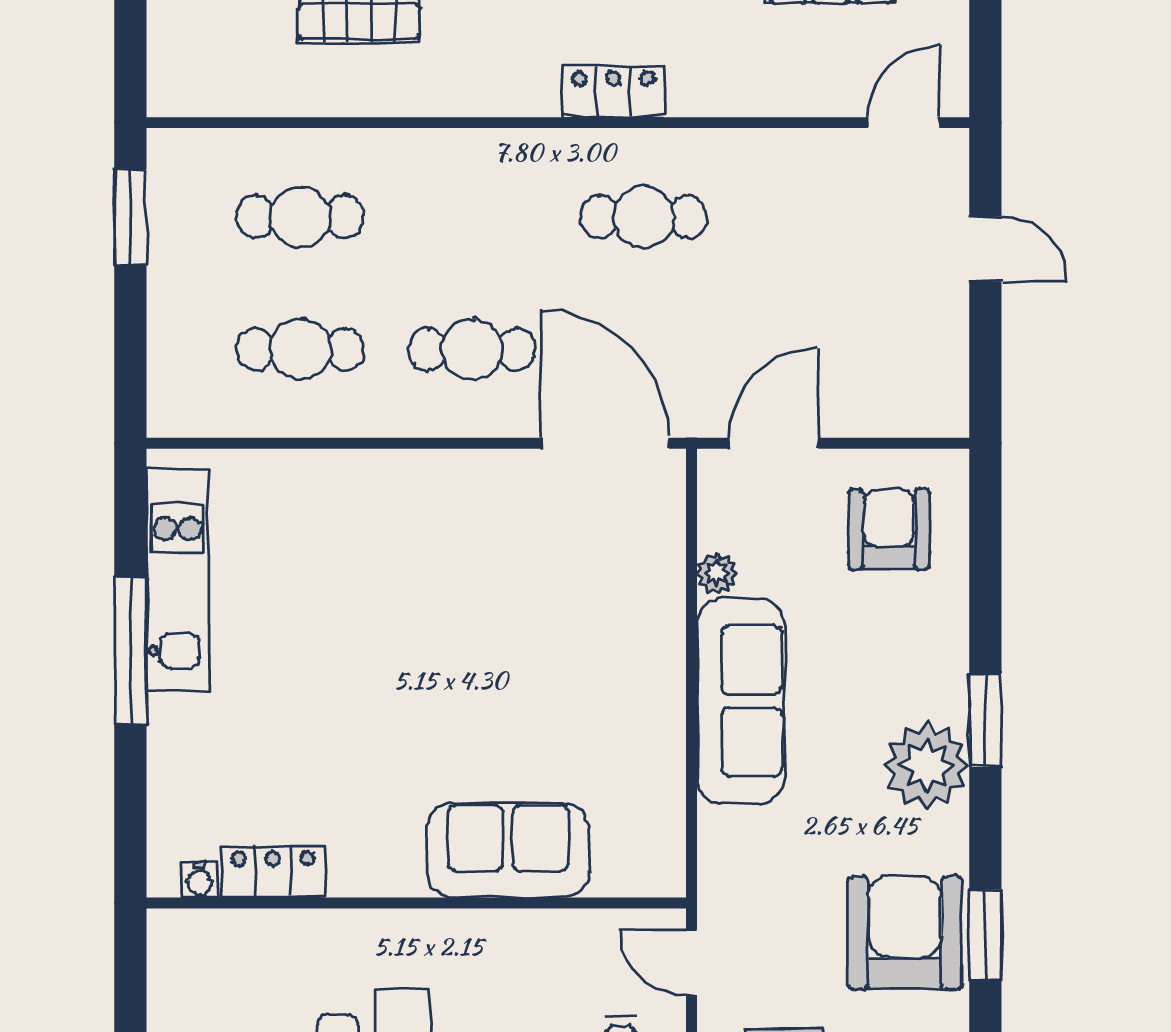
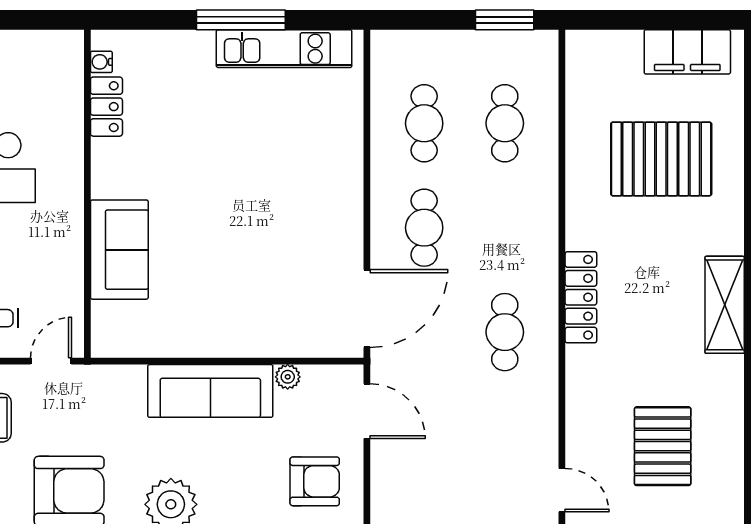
locker: (613, 92) -> (581, 297), width x1.53

